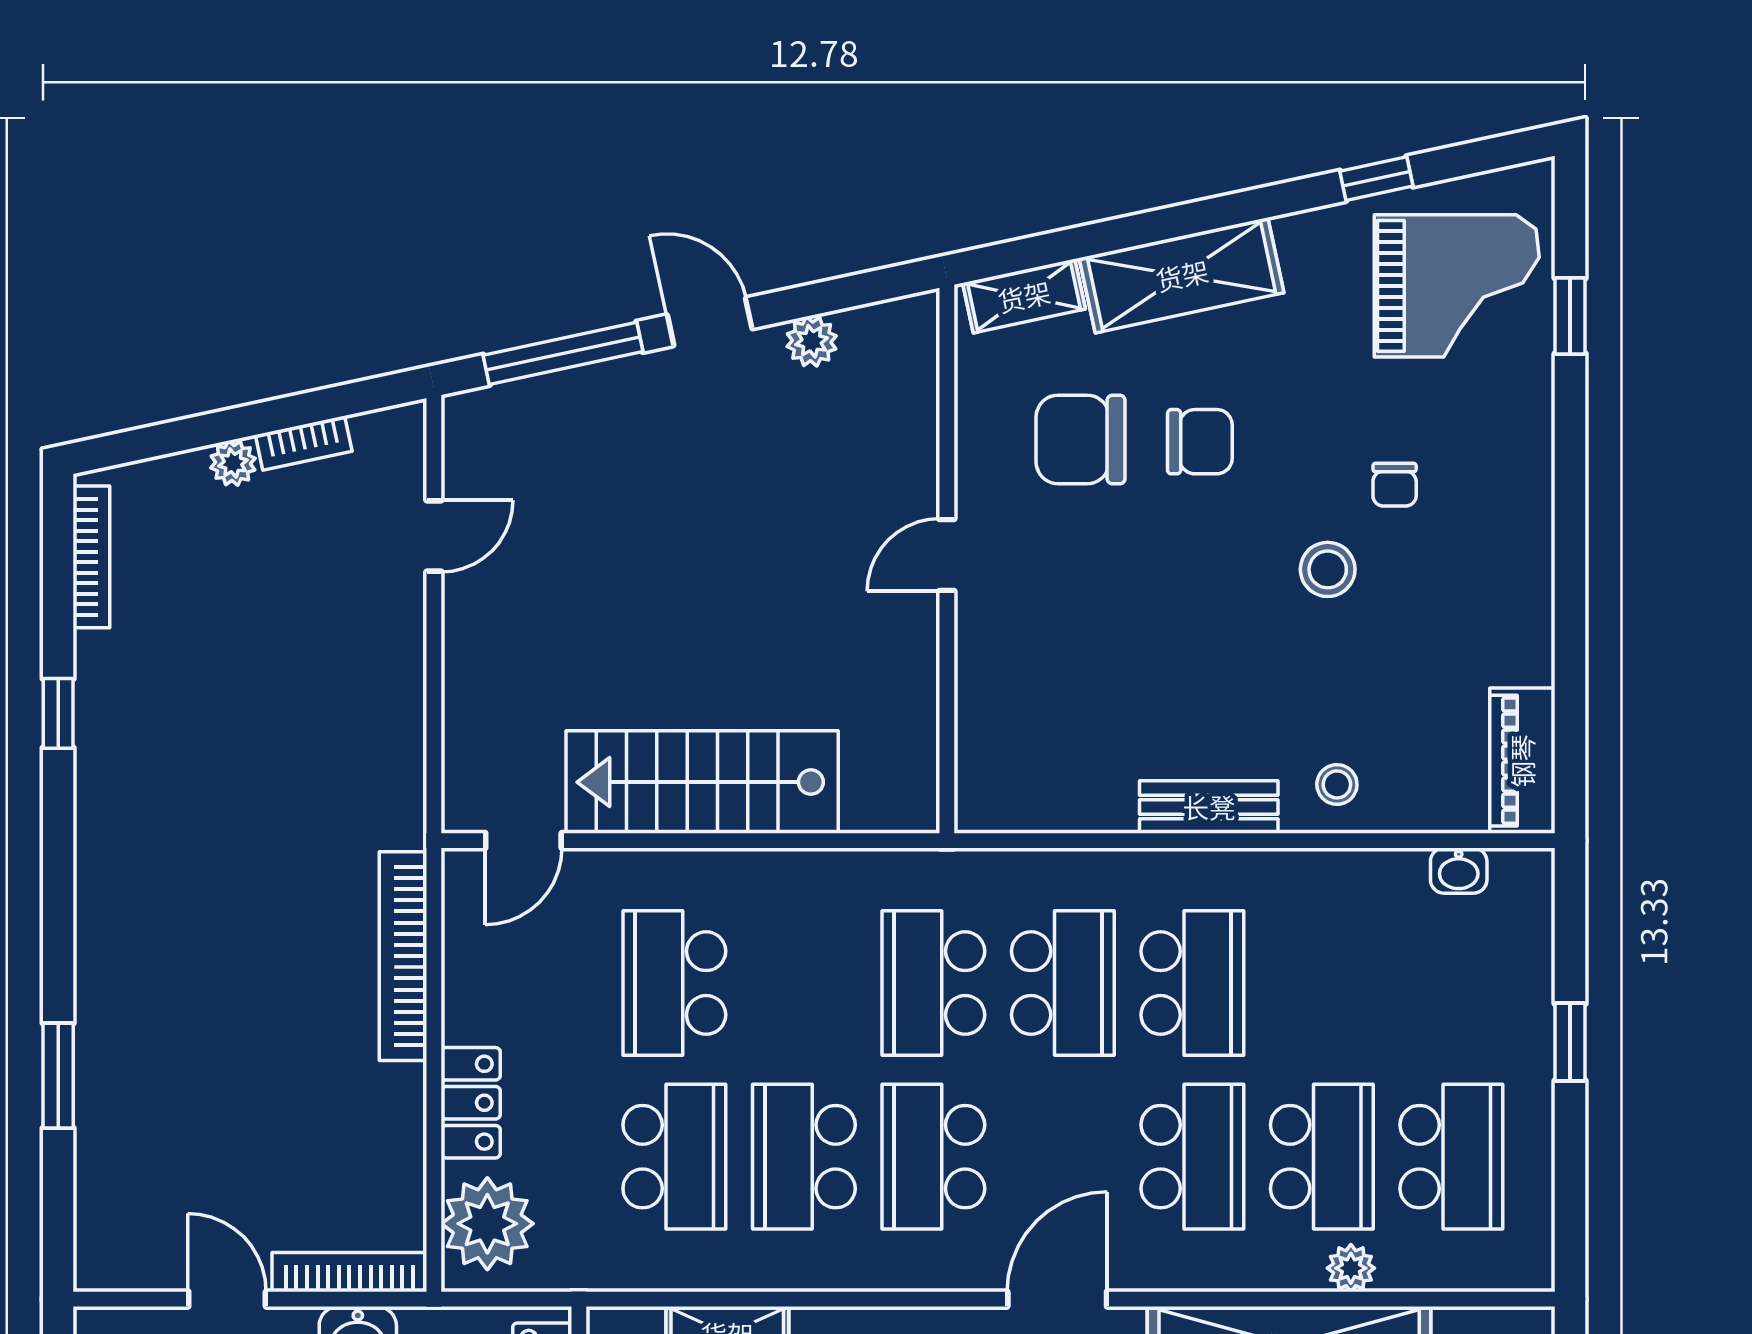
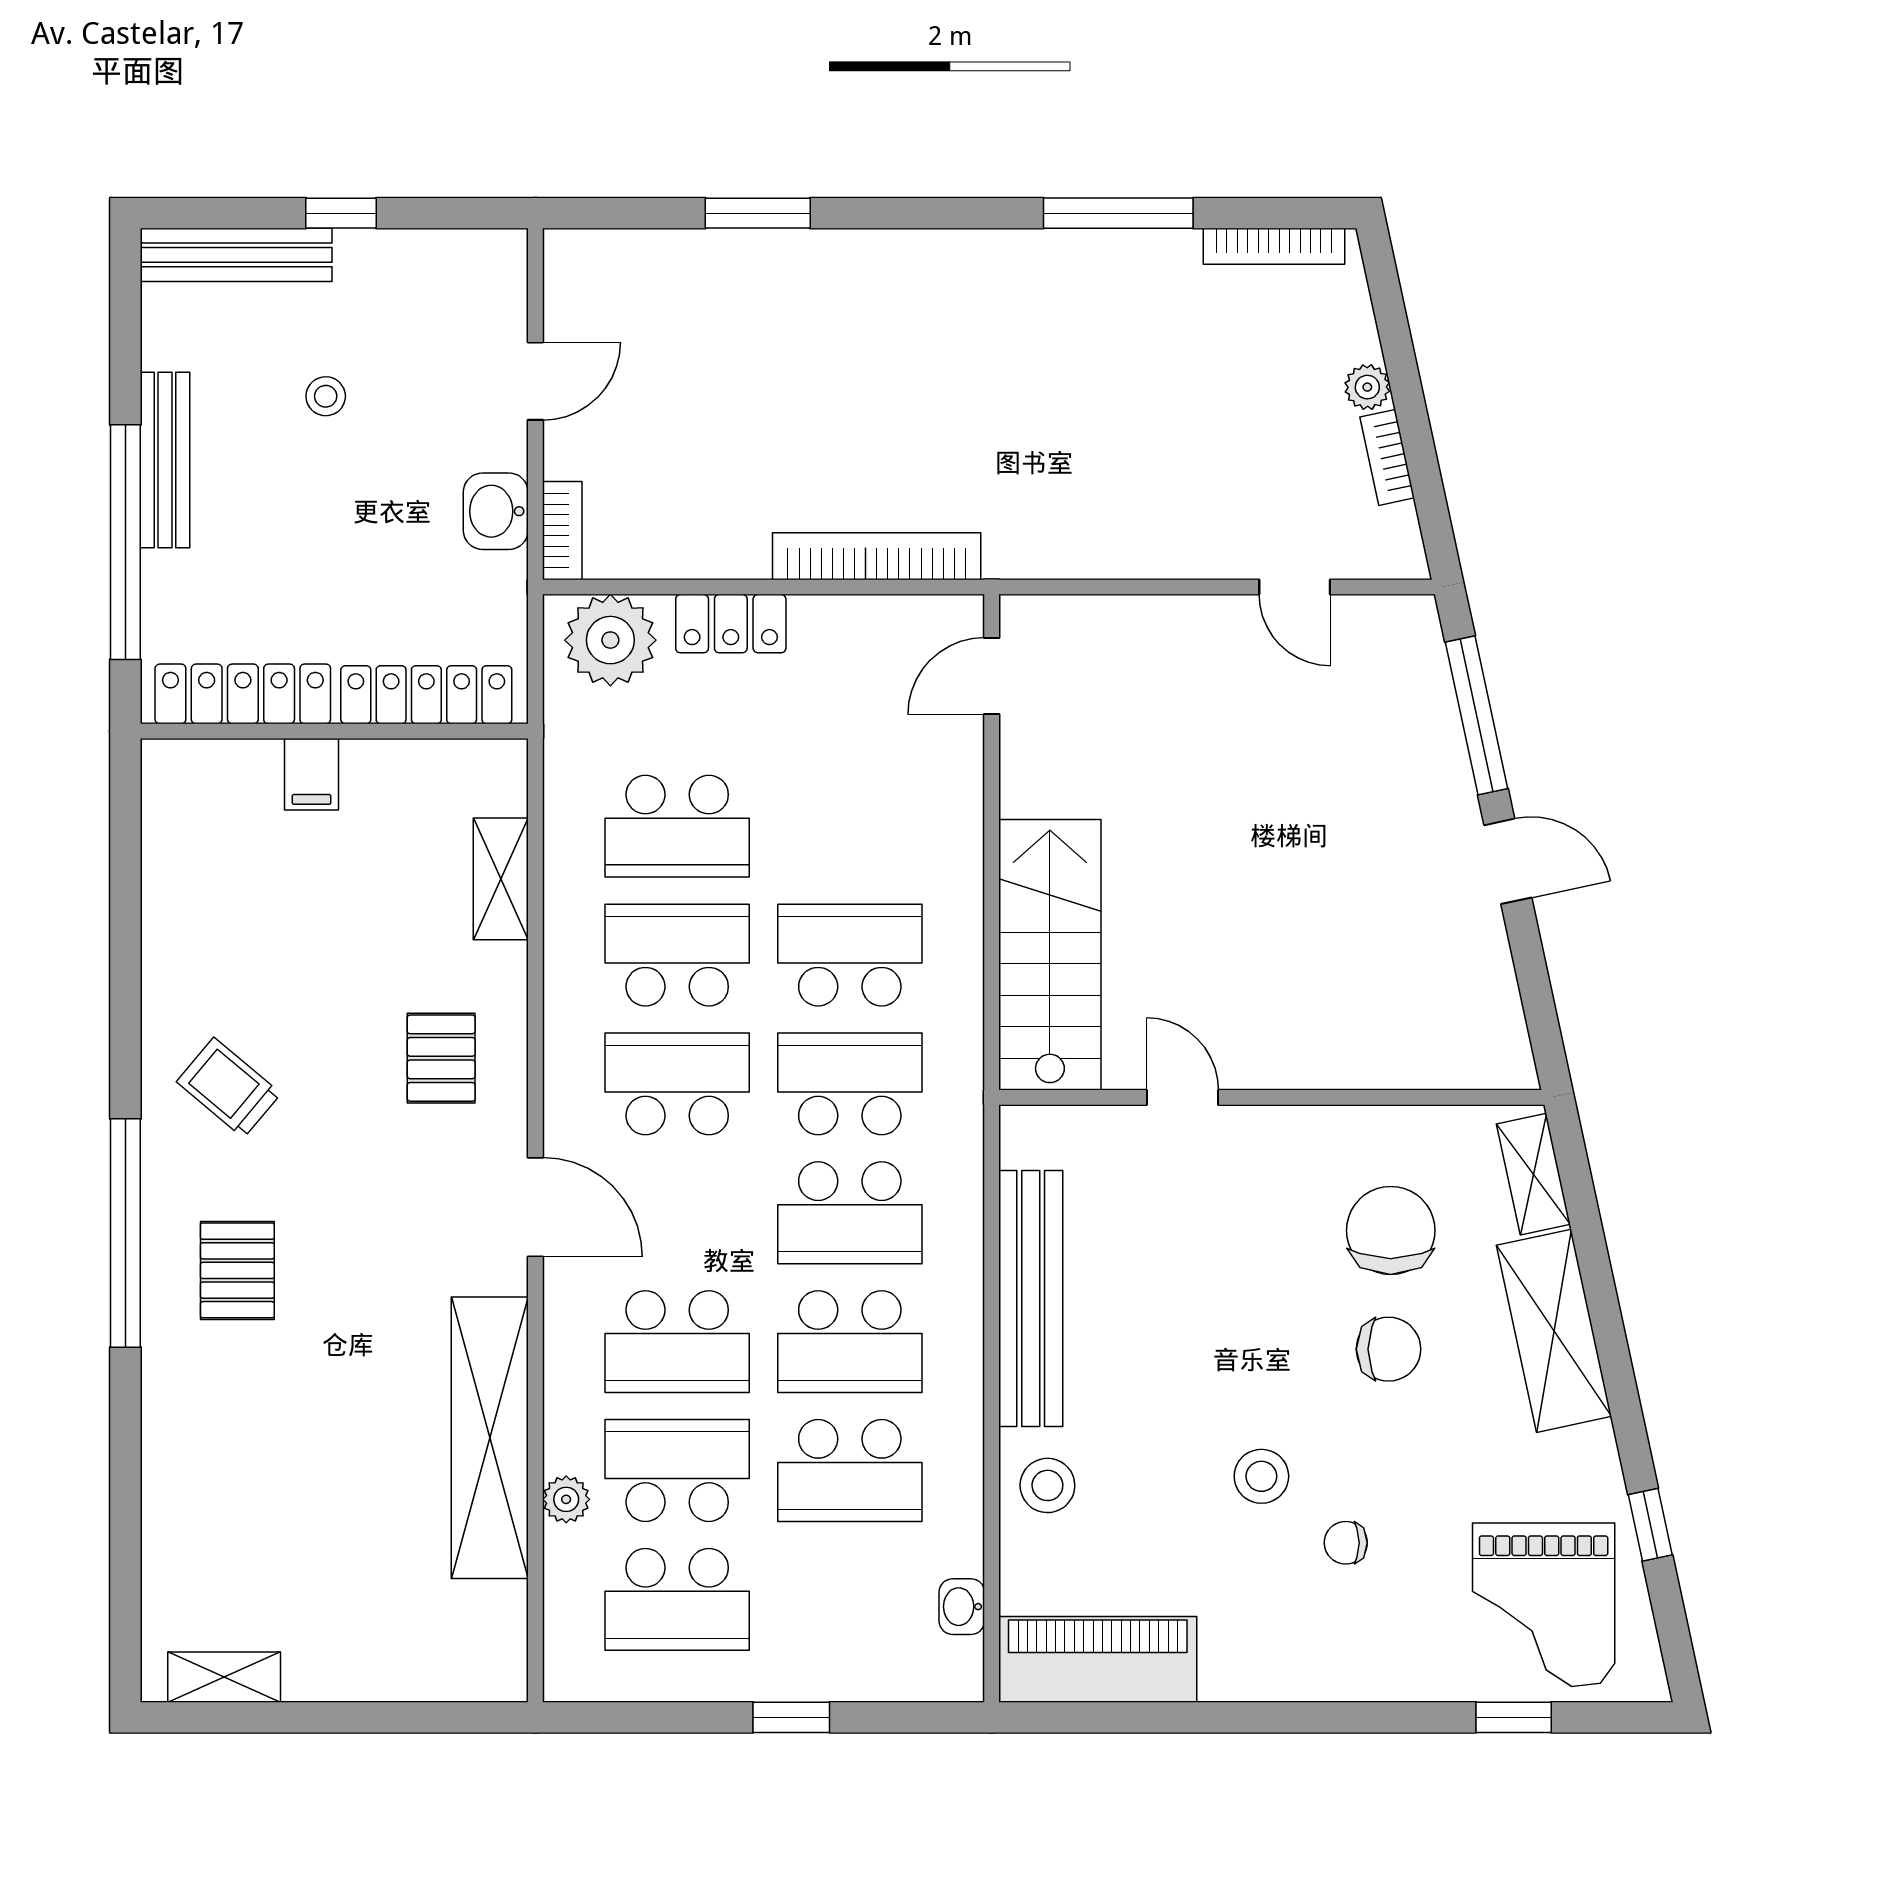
door: (710, 322) -> (1508, 861), hinge flipped
plant: (812, 341) -> (1488, 963), removed
chair: (1200, 442) -> (1388, 1349), turned -90
door: (947, 555) -> (1182, 1097), moved
window: (58, 713) -> (1118, 213), width x2.17
piano: (1522, 761) -> (1098, 1659), width x1.37, depth x1.33
stairs: (702, 782) -> (1050, 955), moved
stool: (1337, 784) -> (1047, 1485), width x1.37, depth x1.37
bench: (1209, 807) -> (1031, 1298), width x1.86, depth x1.21
door: (523, 841) -> (992, 676), hinge flipped
school desk: (674, 983) -> (850, 955), moved
school desk: (1322, 983) -> (850, 1470), added
school desk: (1322, 1157) -> (677, 1470), turned 180
bookcase: (349, 1272) -> (562, 531), width x0.64

